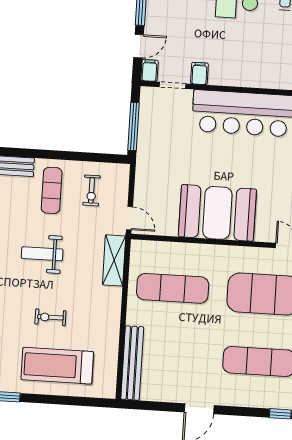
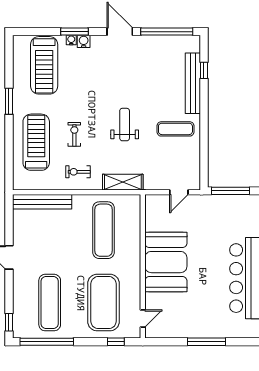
exercise bike: (92, 190) -> (78, 172), moved
door: (130, 218) -> (179, 192), moved

